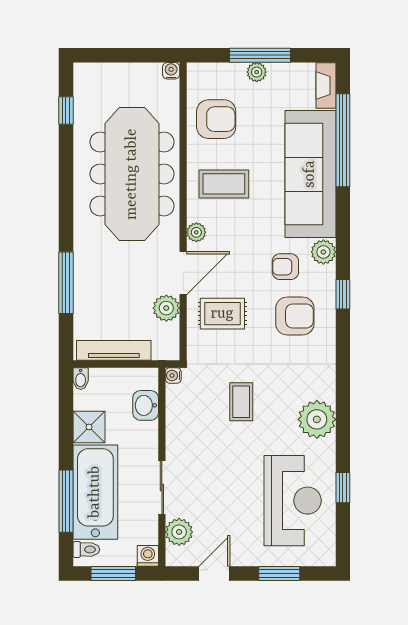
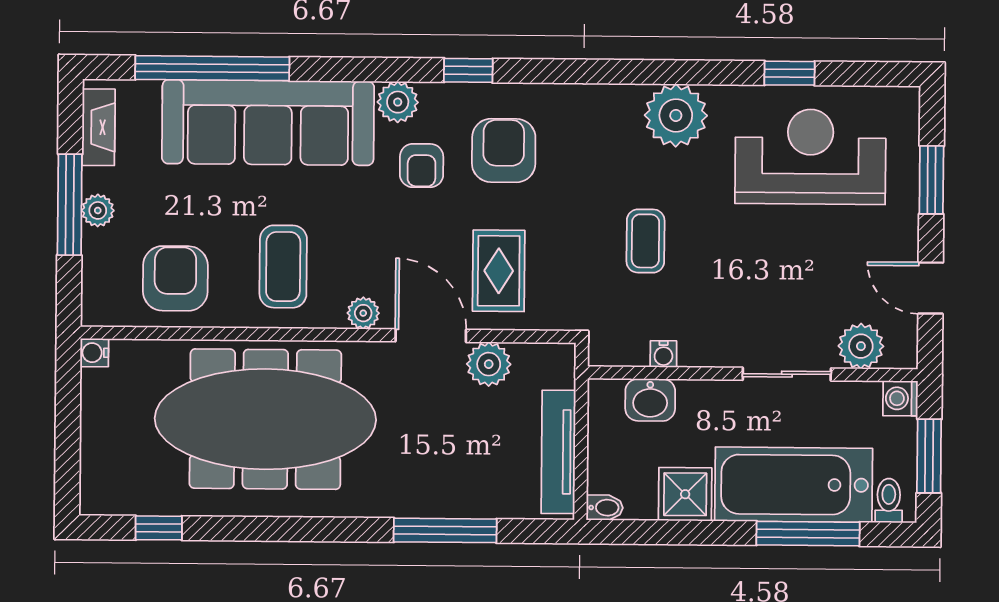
fireplace: (326, 85) -> (99, 127), moved, turned -90
water cooler: (173, 375) -> (663, 354), moved
coffee table: (241, 402) -> (645, 241), turned 90

